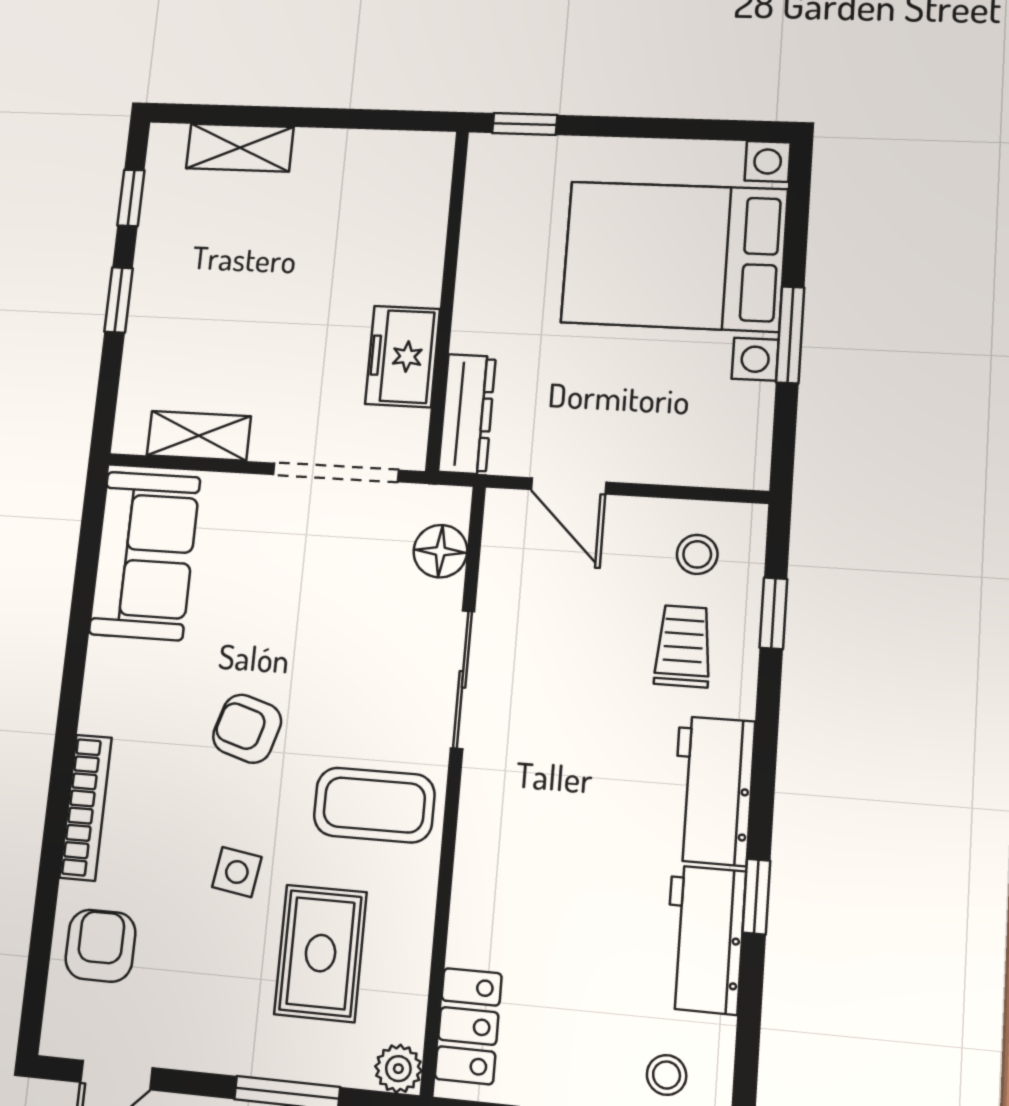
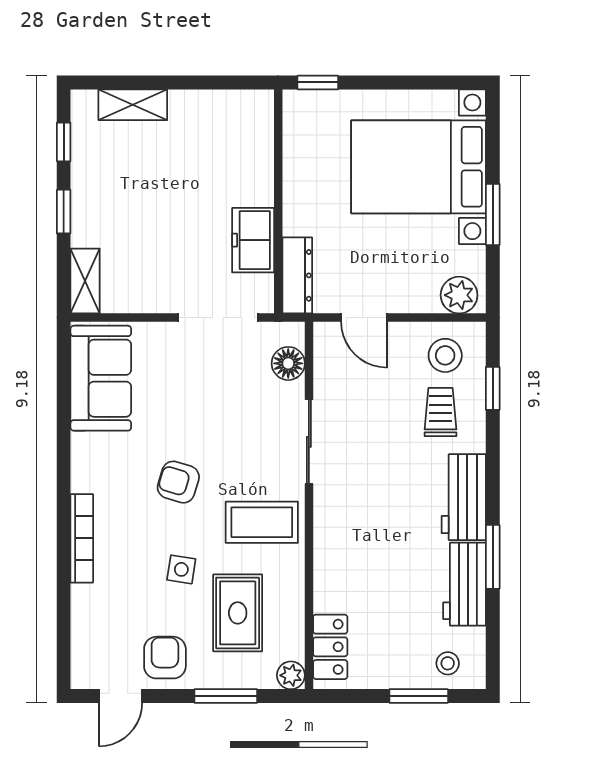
shelving: (199, 436) -> (85, 281), moved, turned 90
plant: (727, 459) -> (459, 295), added
stool: (697, 554) -> (445, 355), width x1.37, depth x1.37
window: (756, 897) -> (493, 557), width x1.50
armchair: (100, 946) -> (165, 658), moved

